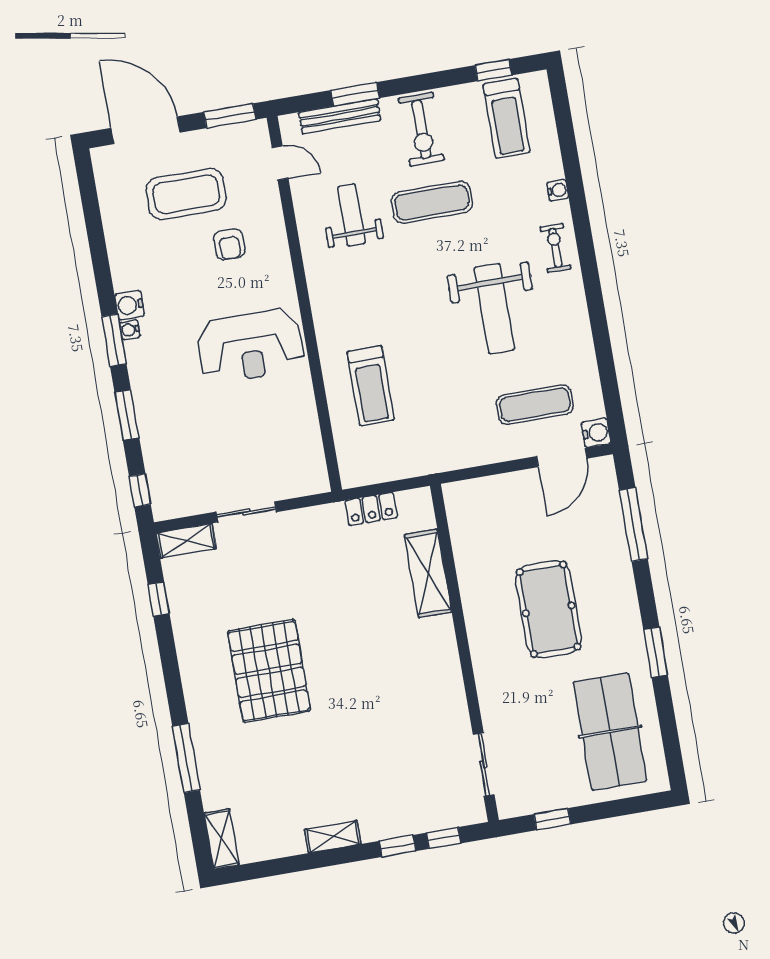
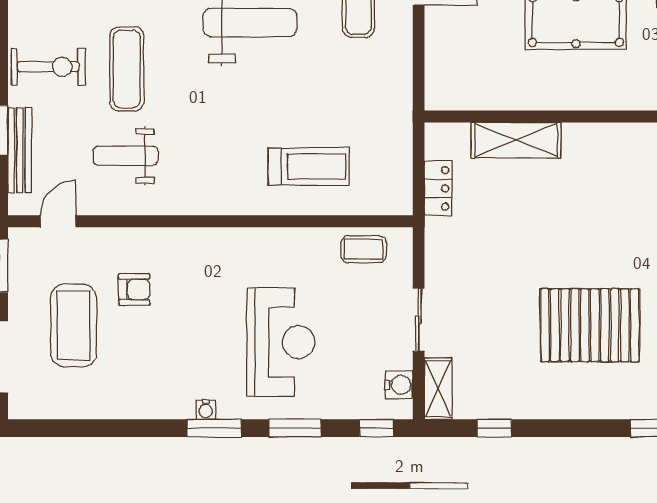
water cooler: (129, 305) -> (399, 385), moved, turned -90
reception desk: (250, 346) -> (281, 342), moved
coffee table: (303, 450) -> (364, 249), added

